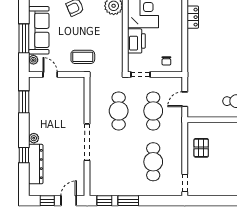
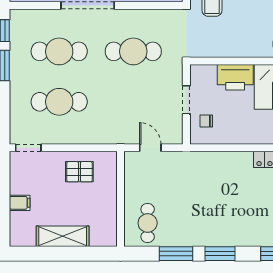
doorway: (140, 74) -> (186, 100), moved
cafe table: (153, 111) -> (59, 51), moved
filing cabinet: (223, 189) -> (20, 203), added

